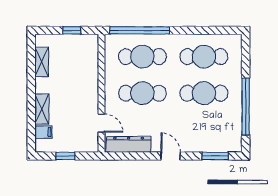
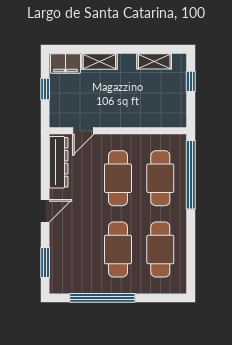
window: (72, 30) -> (191, 81), moved
filing cabinet: (44, 132) -> (65, 64), width x2.00

